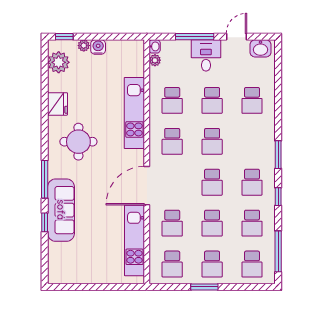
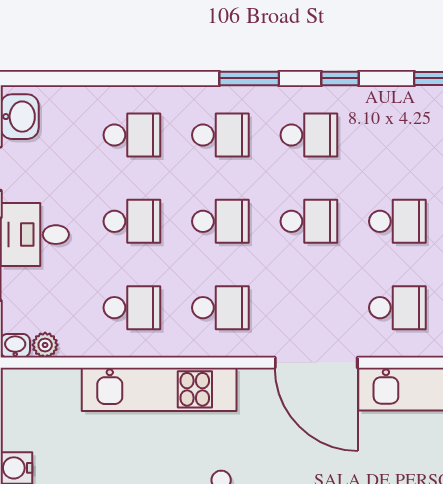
school desk: (252, 223) -> (220, 135), moved

